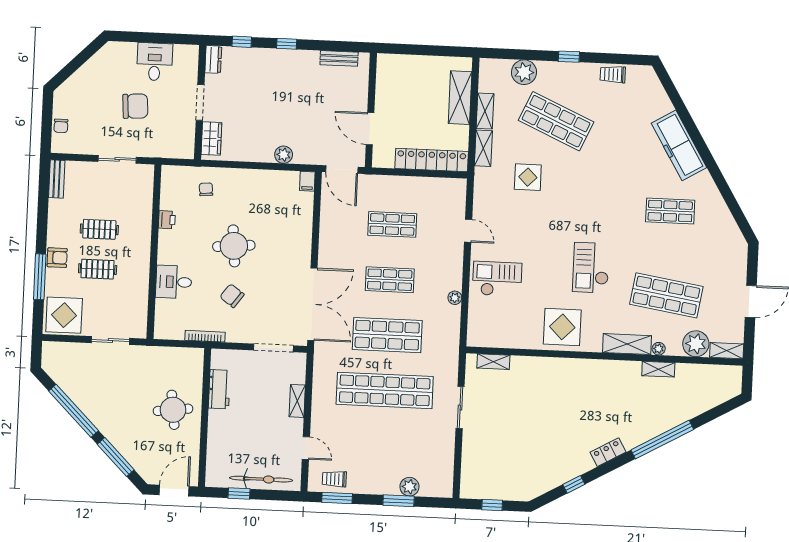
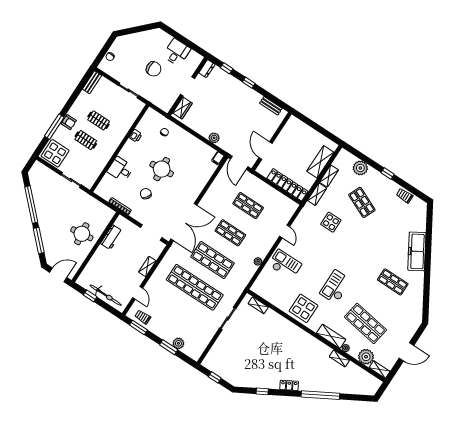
shop shelf: (556, 121) -> (362, 202), width x0.70, depth x0.74

